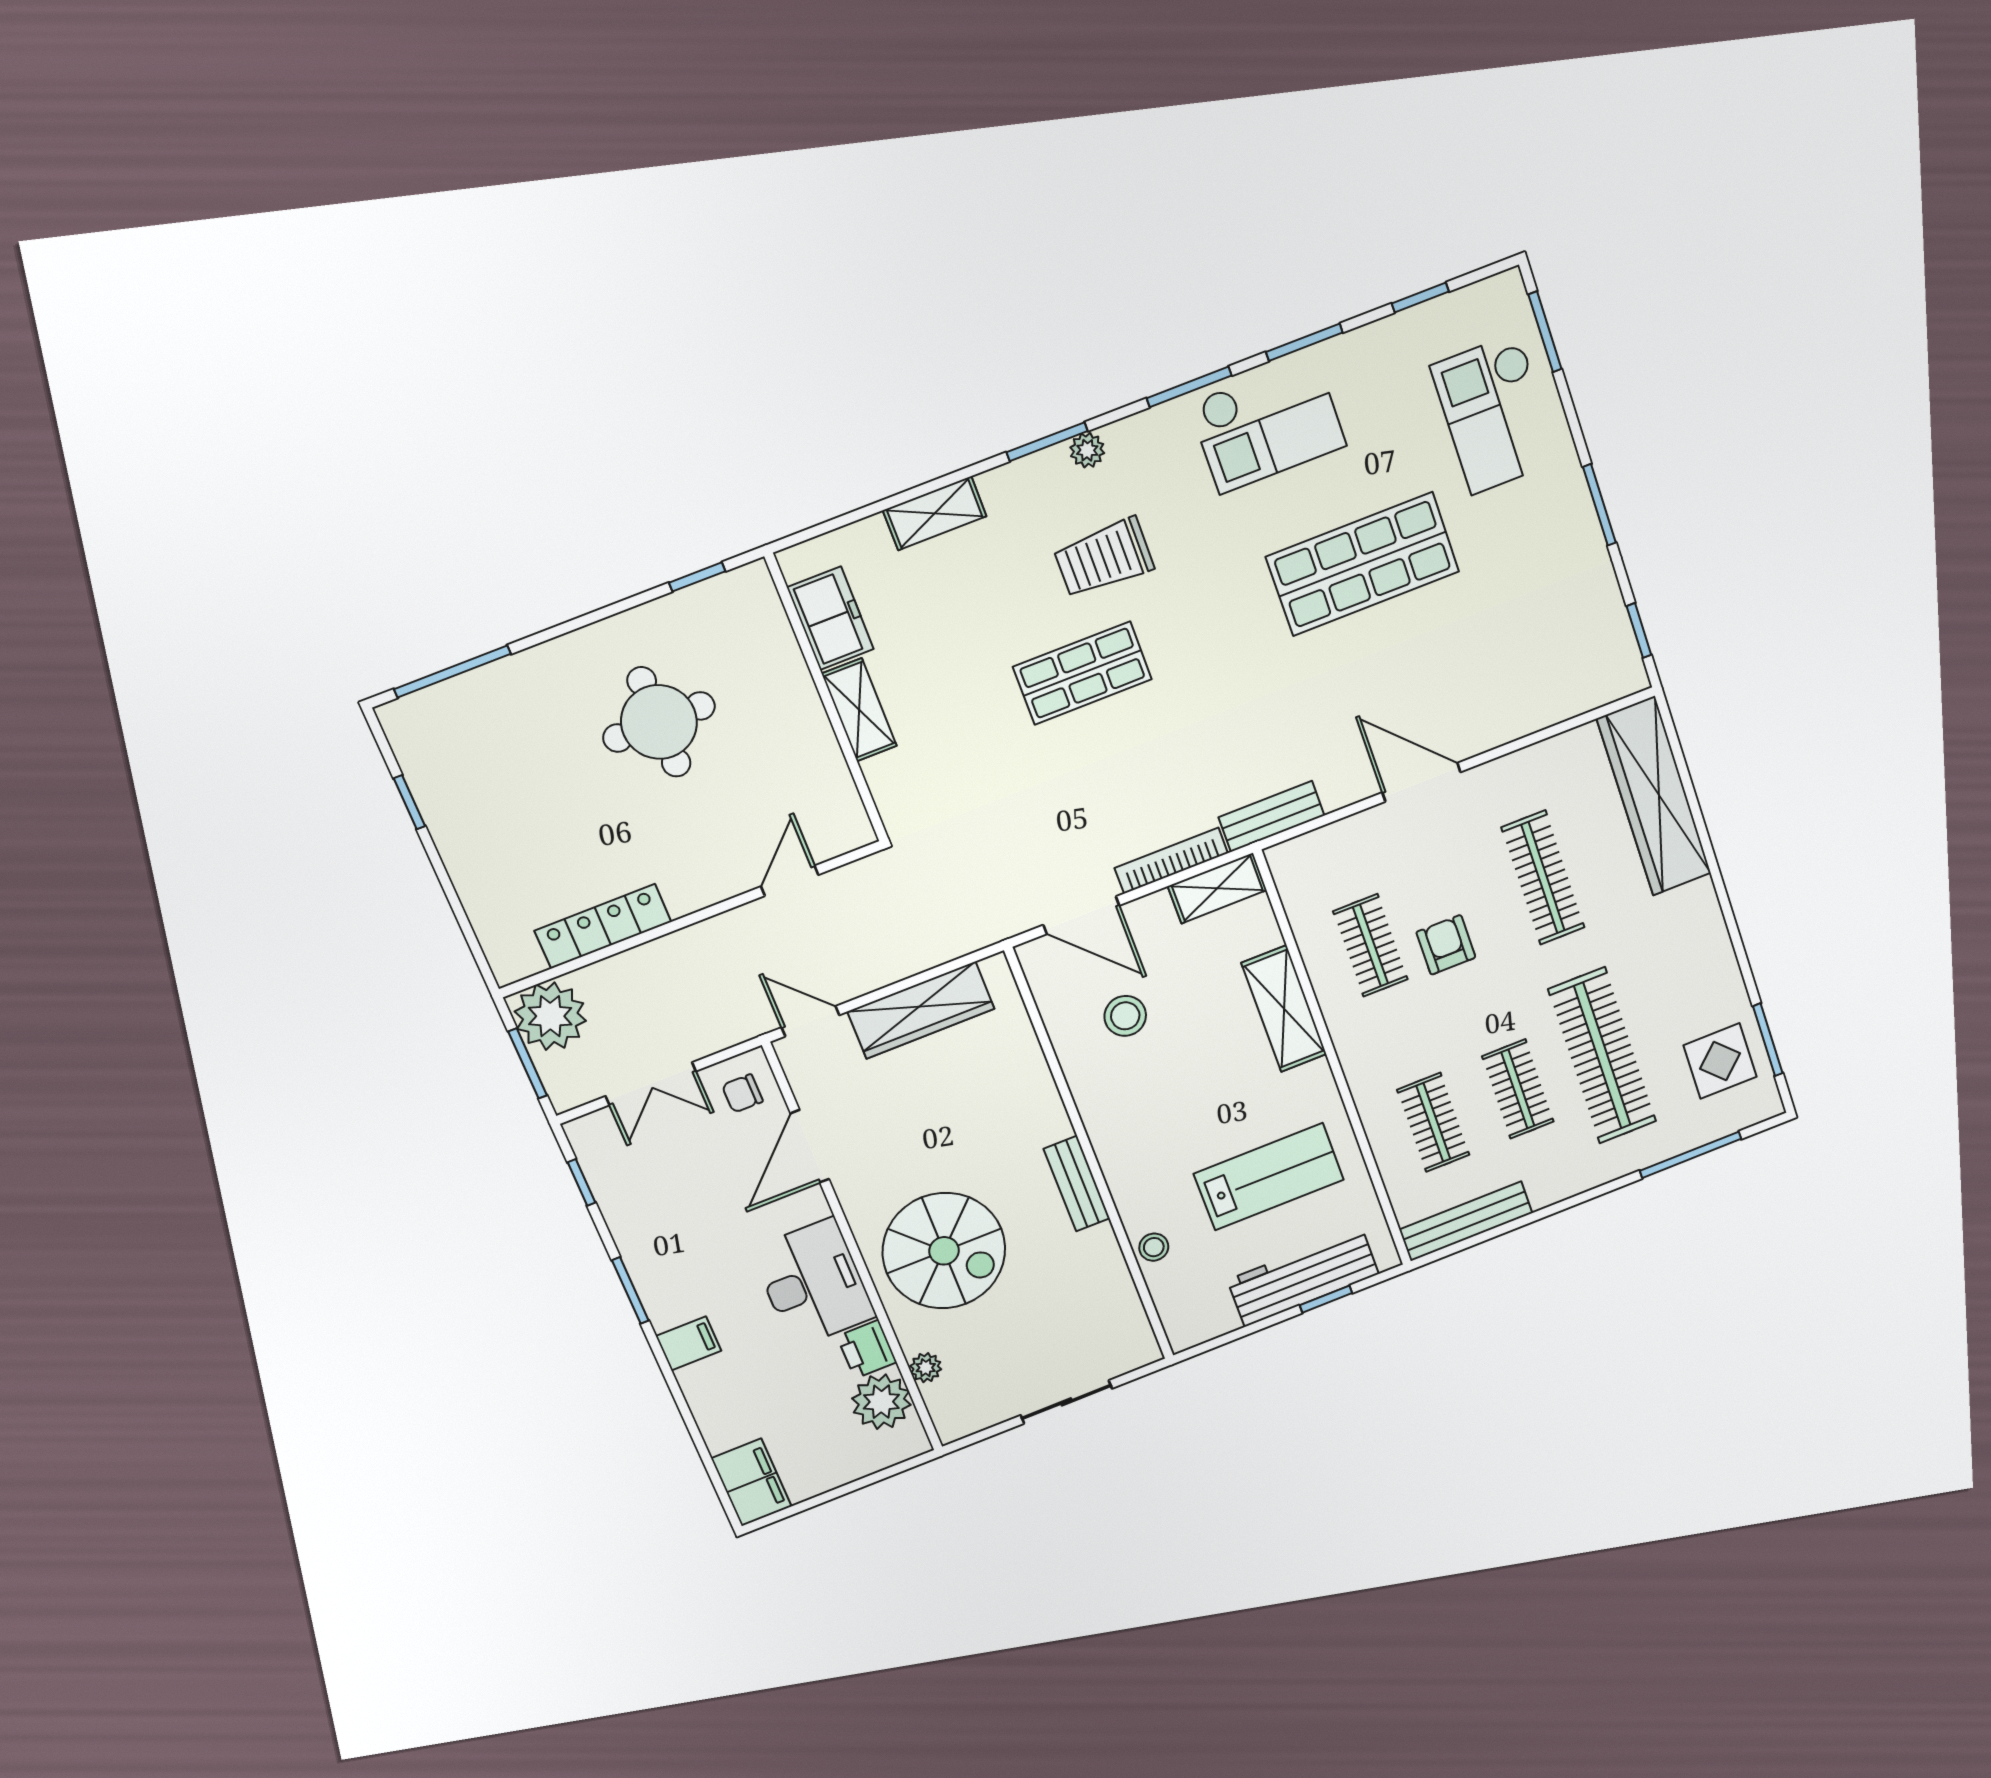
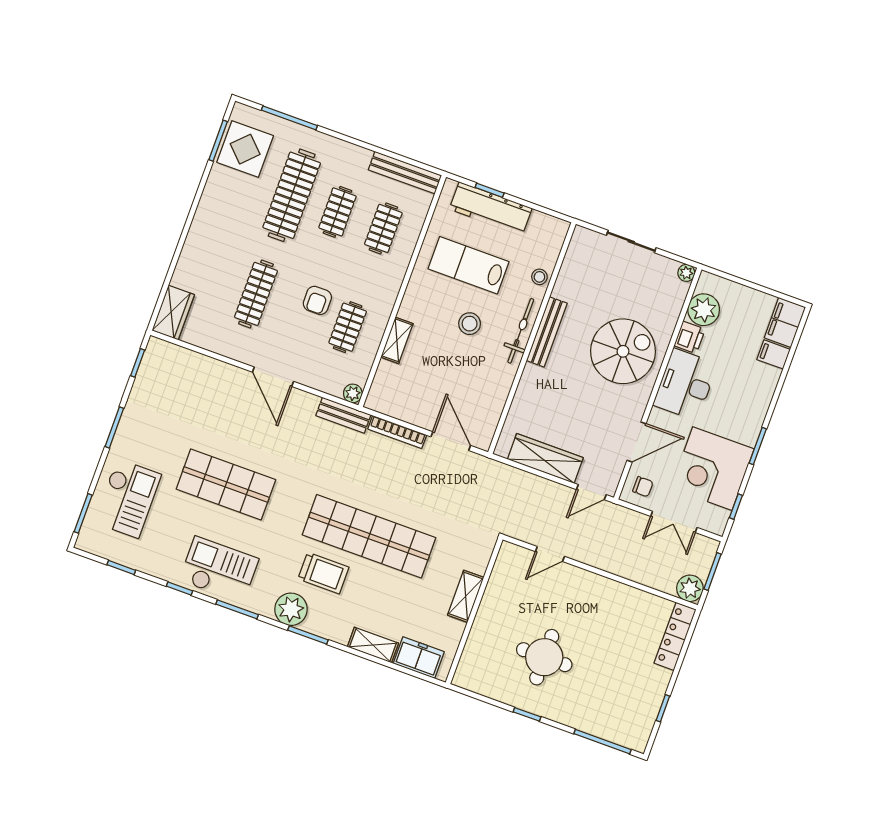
window: (1304, 342) -> (179, 589), width x0.67
plant: (1087, 450) -> (291, 609), width x1.88, depth x1.88
window: (697, 577) -> (527, 714), moved
freezer: (830, 618) -> (419, 658), moved, turned 90
shop shelf: (1082, 673) -> (369, 536), width x2.00, depth x1.36
wardrobe: (1654, 796) -> (173, 313), width x0.48, depth x0.85
plant: (1284, 859) -> (353, 393), added
shelving: (1217, 888) -> (389, 405), removed
locker: (603, 926) -> (675, 636), moved, turned 90
shelving: (1284, 1009) -> (397, 340), width x0.67, depth x0.75
plant: (550, 1016) -> (690, 588), width x0.73, depth x0.73
stool: (1125, 1016) -> (470, 324), moved
door: (810, 1021) -> (591, 492), hinge flipped
display table: (1720, 1061) -> (245, 149), width x1.36, depth x1.36
double door: (651, 1084) -> (674, 522), swing flipped
bicycle: (1115, 1153) -> (521, 331), added
bench: (1077, 1184) -> (547, 332), width x1.36
corner desk: (666, 1205) -> (712, 469), added
spiral stairs: (944, 1251) -> (623, 351), turned 90
filing cabinet: (689, 1343) -> (774, 354), moved
plant: (926, 1368) -> (686, 273), moved

